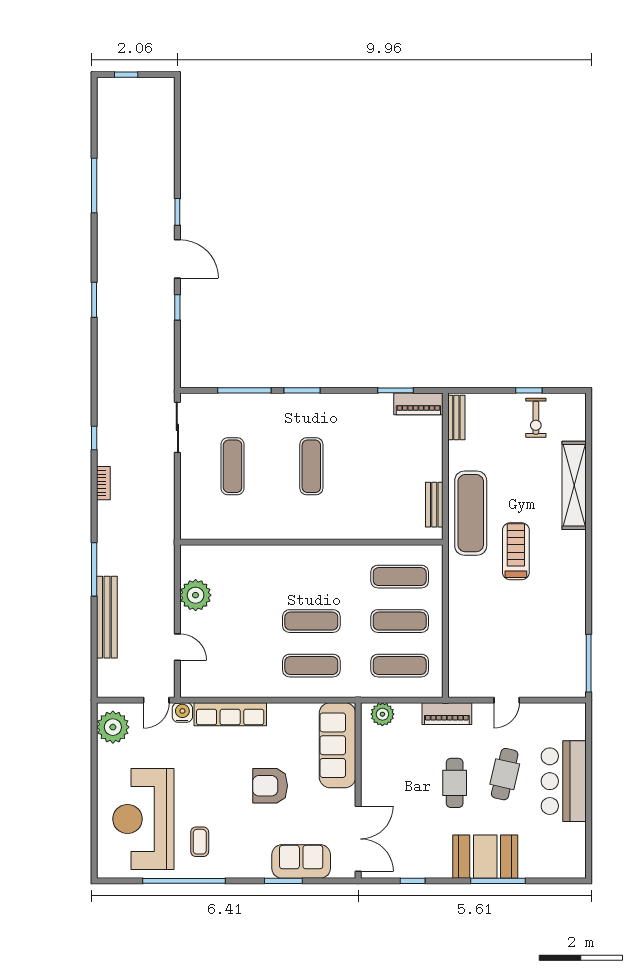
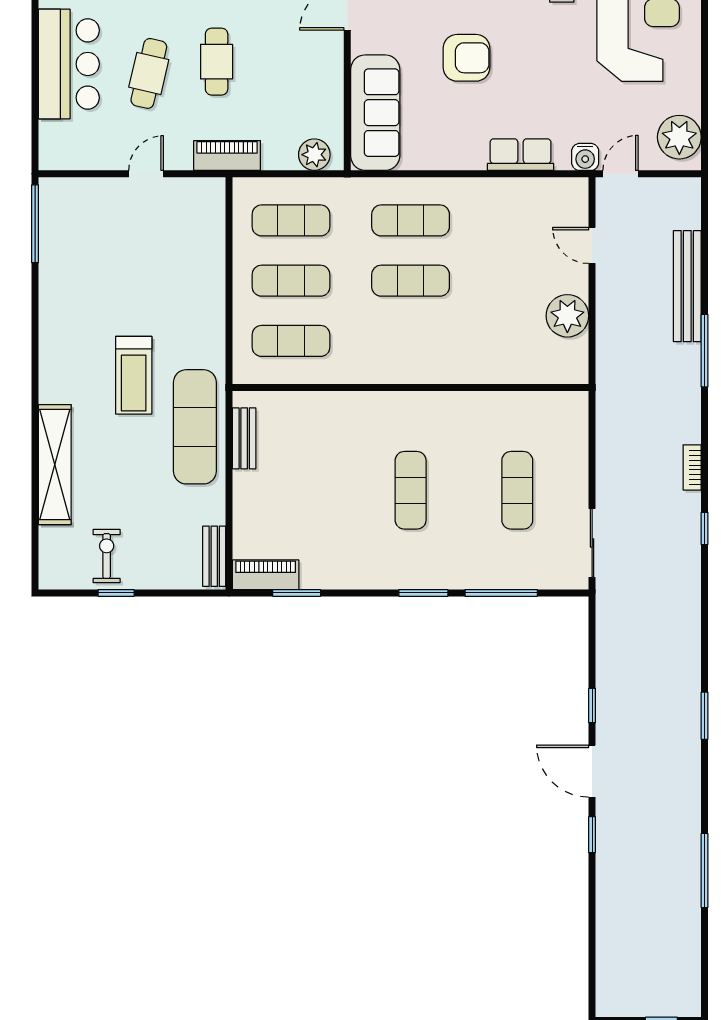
row of seats: (230, 714) -> (521, 155), width x0.68

